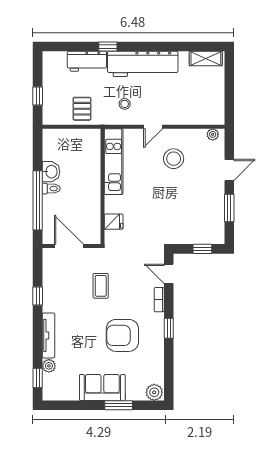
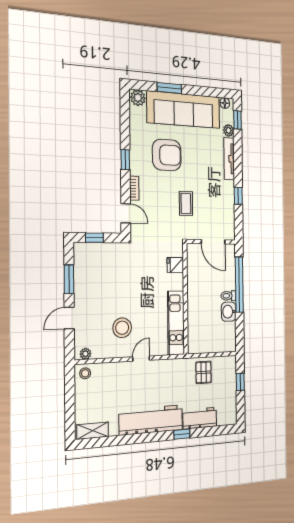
stool: (125, 104) -> (85, 373), moved
sofa: (102, 388) -> (184, 110), width x1.85, depth x1.27
floor lamp: (53, 395) -> (225, 103), added

